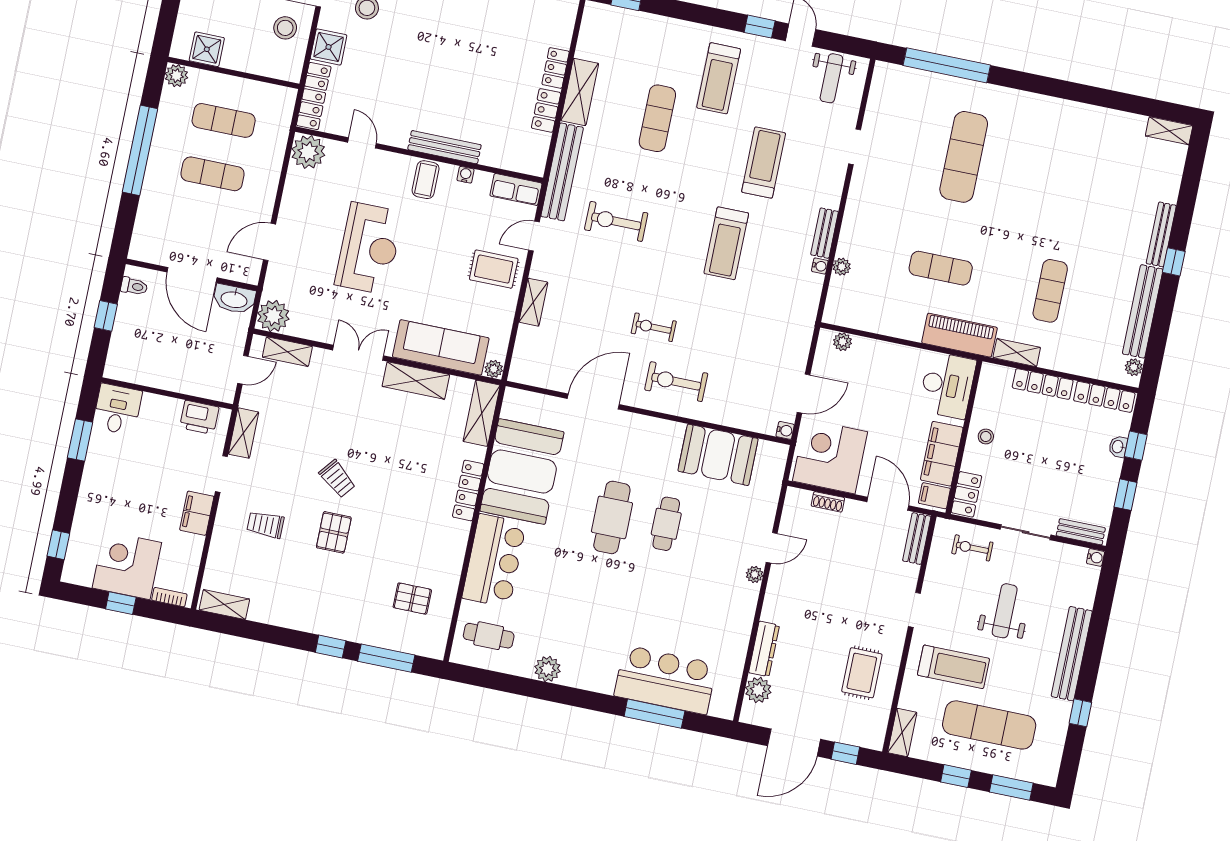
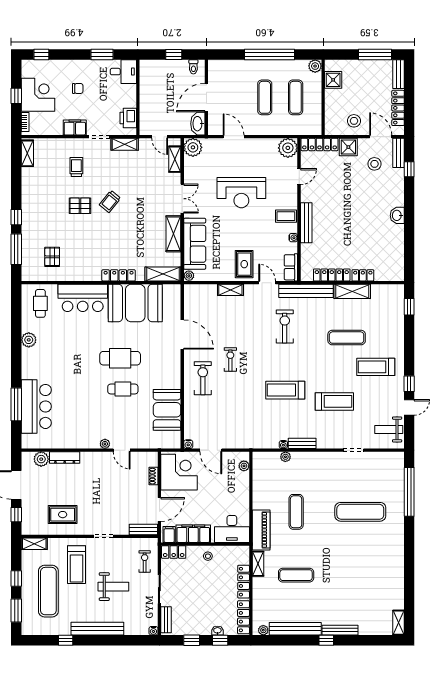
locker: (546, 110) -> (332, 275), width x1.53
chair: (130, 494) -> (78, 88), added

